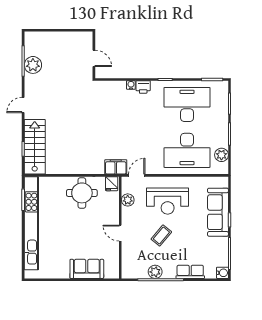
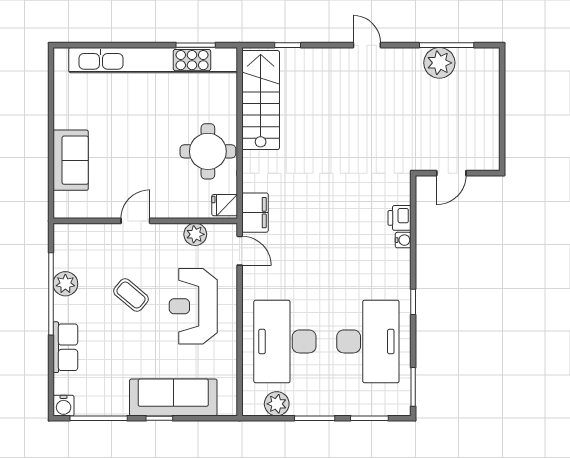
printer: (143, 87) -> (400, 218), moved
stairs: (35, 147) -> (261, 100), moved, turned -90

